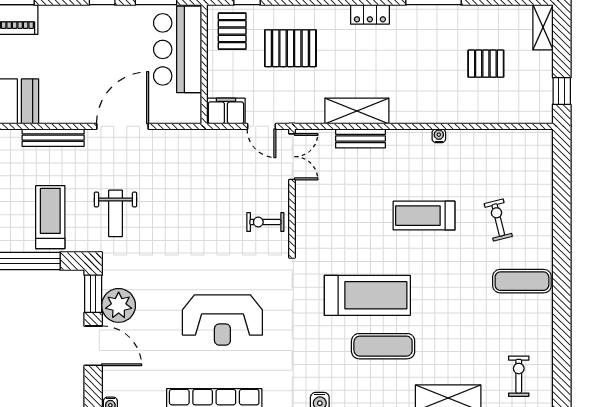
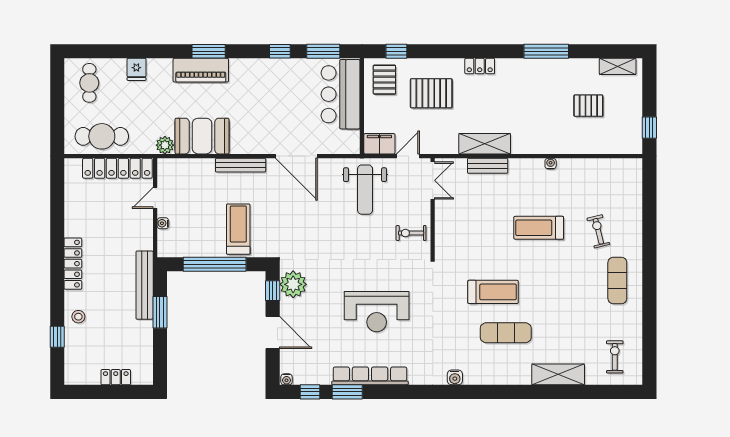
locker: (370, 14) -> (480, 66), moved
shelving: (543, 27) -> (618, 66), moved, turned 90
door: (123, 126) -> (296, 156), swing flipped
door: (261, 126) -> (408, 156), swing flipped
weight bench: (115, 213) -> (365, 190), moved, width x1.36, depth x1.33
exercise mat: (522, 281) -> (617, 280), turned 90
window: (93, 294) -> (273, 291), width x0.67
treadmill: (367, 295) -> (493, 292), width x0.73, depth x0.73
plant: (119, 305) -> (293, 284), moved

